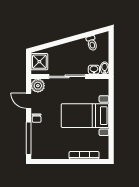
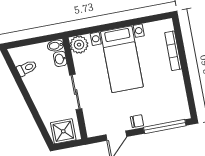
sliding door: (67, 76) -> (76, 92), width x0.73
plant: (38, 86) -> (79, 45), moved

